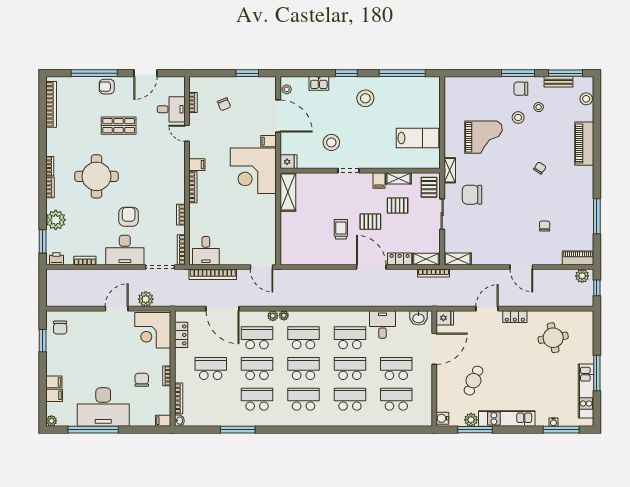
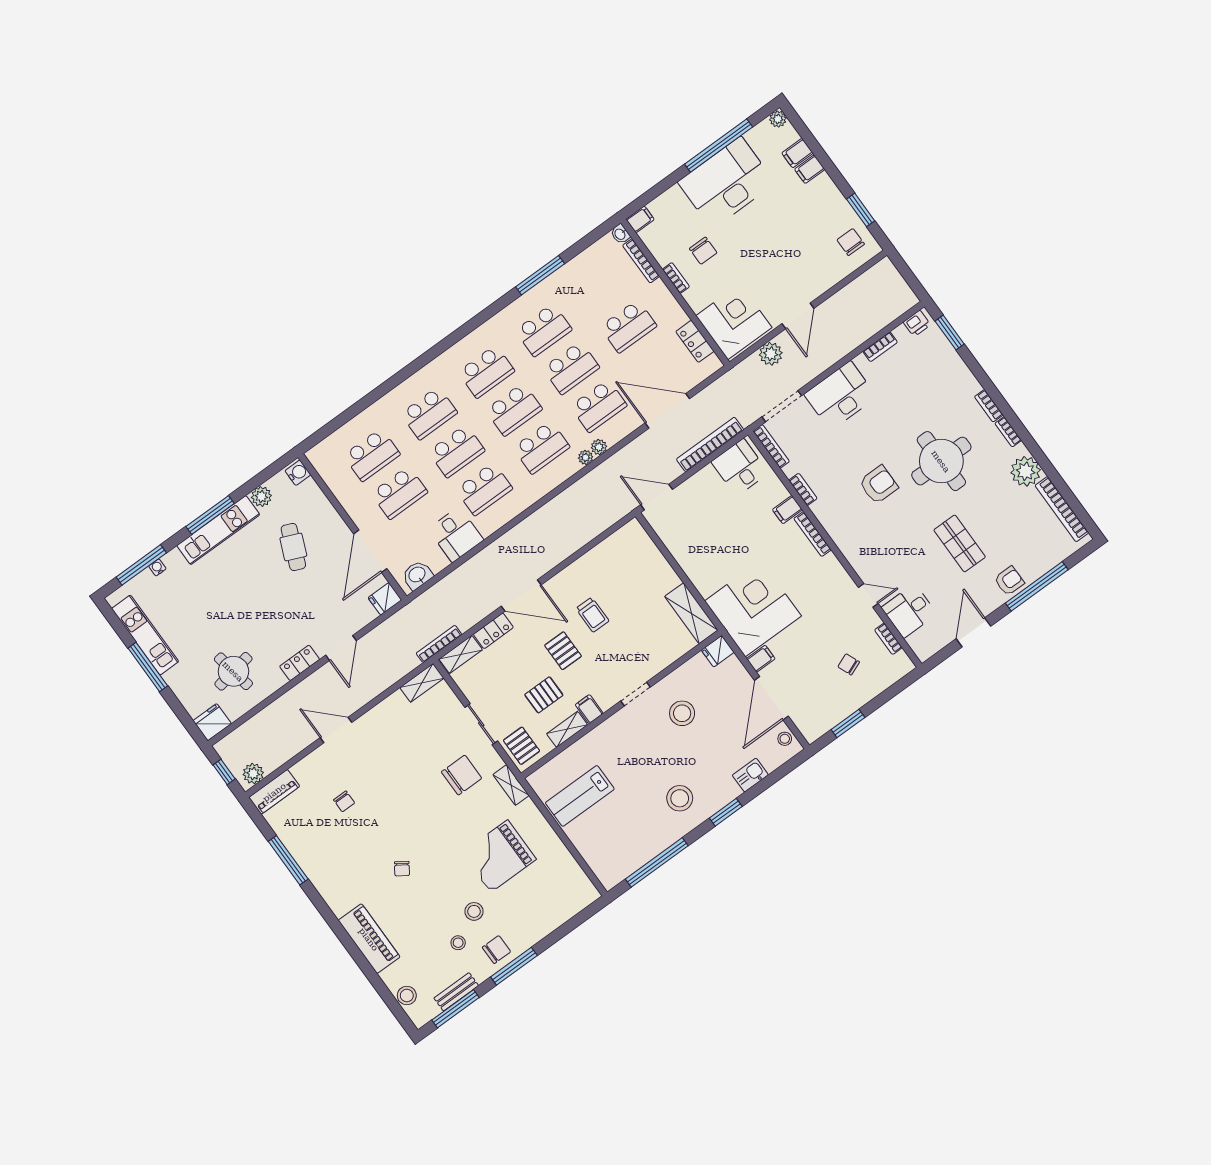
door: (278, 116) -> (771, 698), hinge flipped
shop shelf: (119, 126) -> (960, 543), turned 90
filing cabinet: (197, 165) -> (787, 510), moved
armchair: (129, 217) -> (879, 485), moved, turned -90
plant: (56, 220) -> (1026, 471), moved
pallet: (370, 222) -> (563, 651), turned 90
fridge: (584, 319) -> (212, 722), added
window: (475, 430) -> (210, 515), moved

